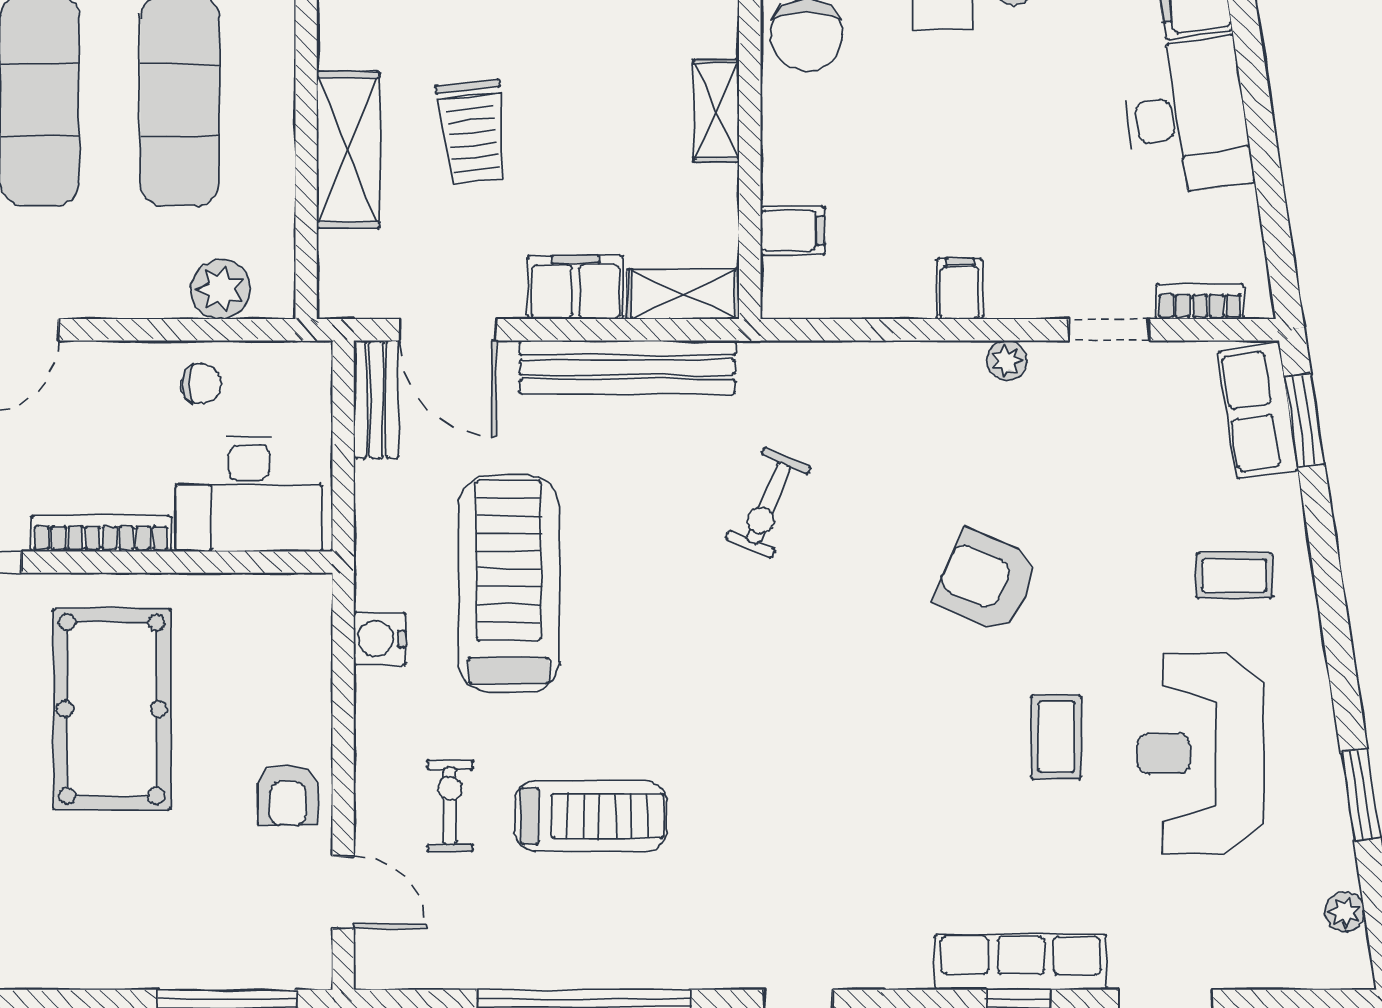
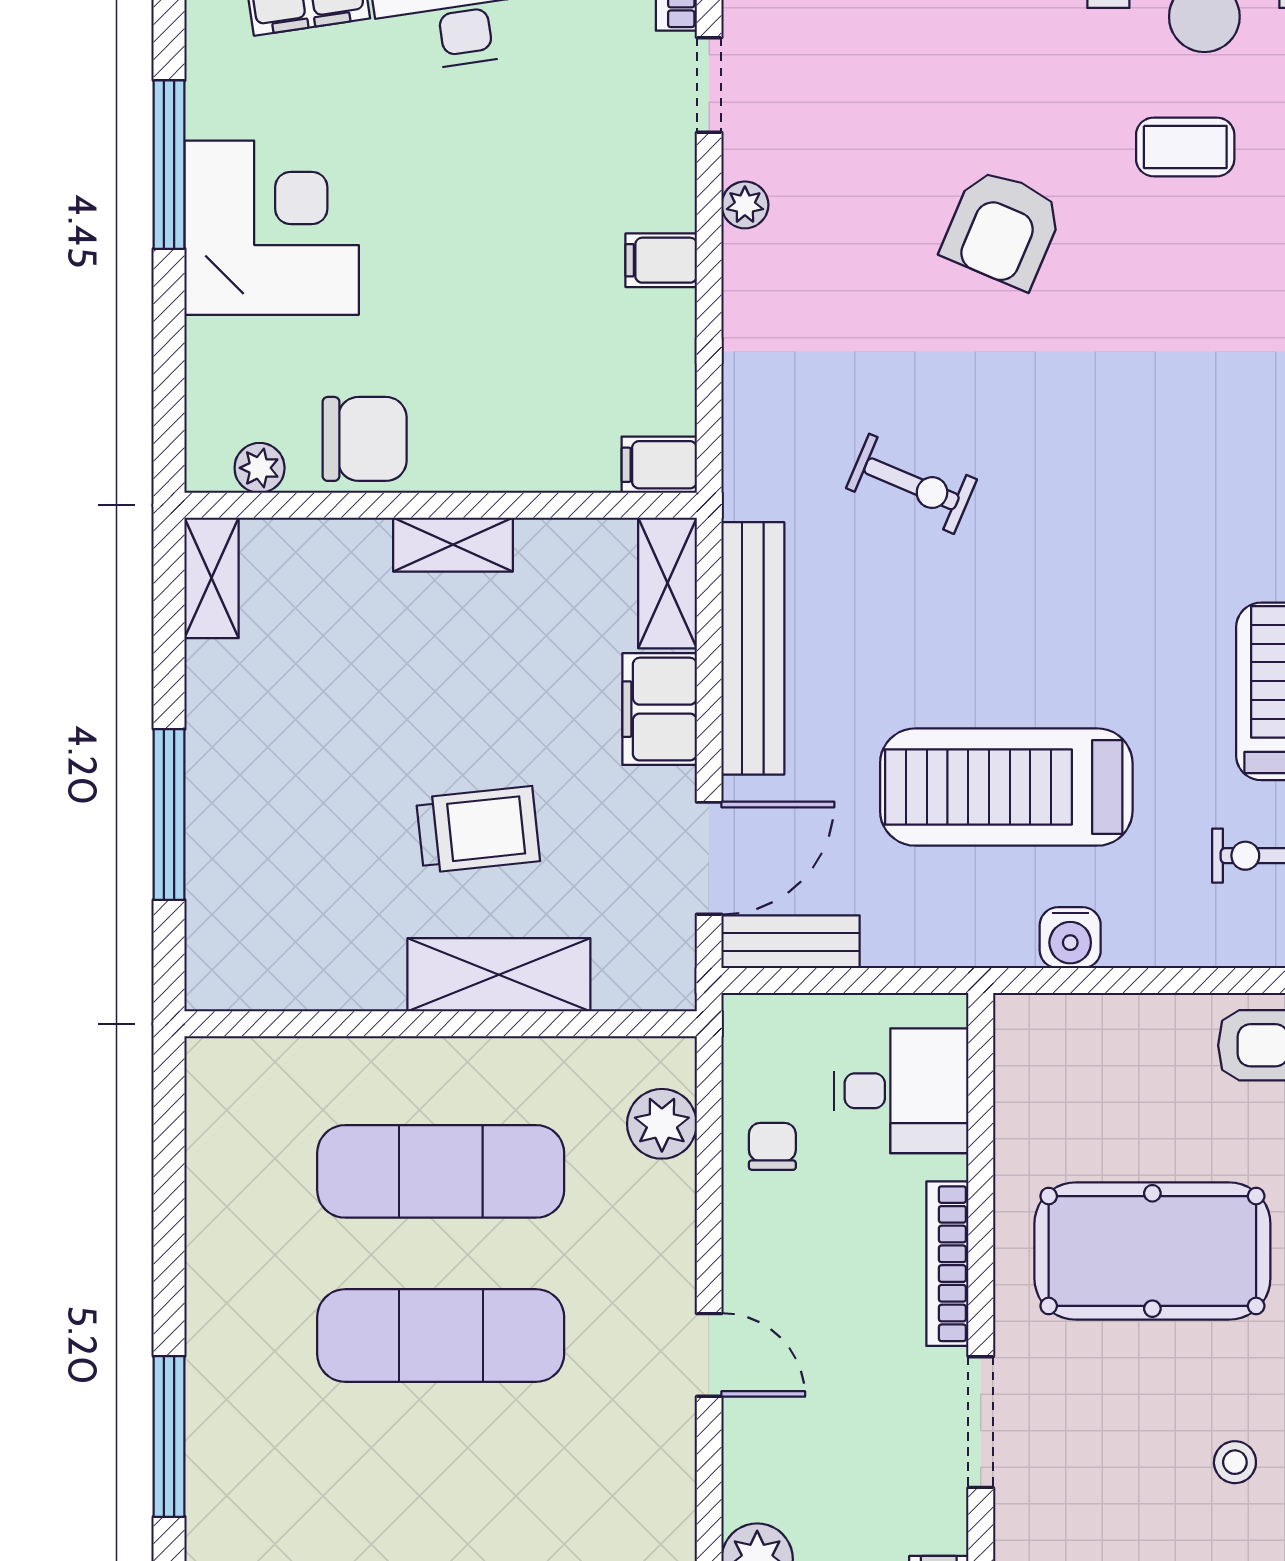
filing cabinet: (792, 231) -> (659, 465), moved, turned -90
desk: (249, 494) -> (901, 1091), width x0.73

